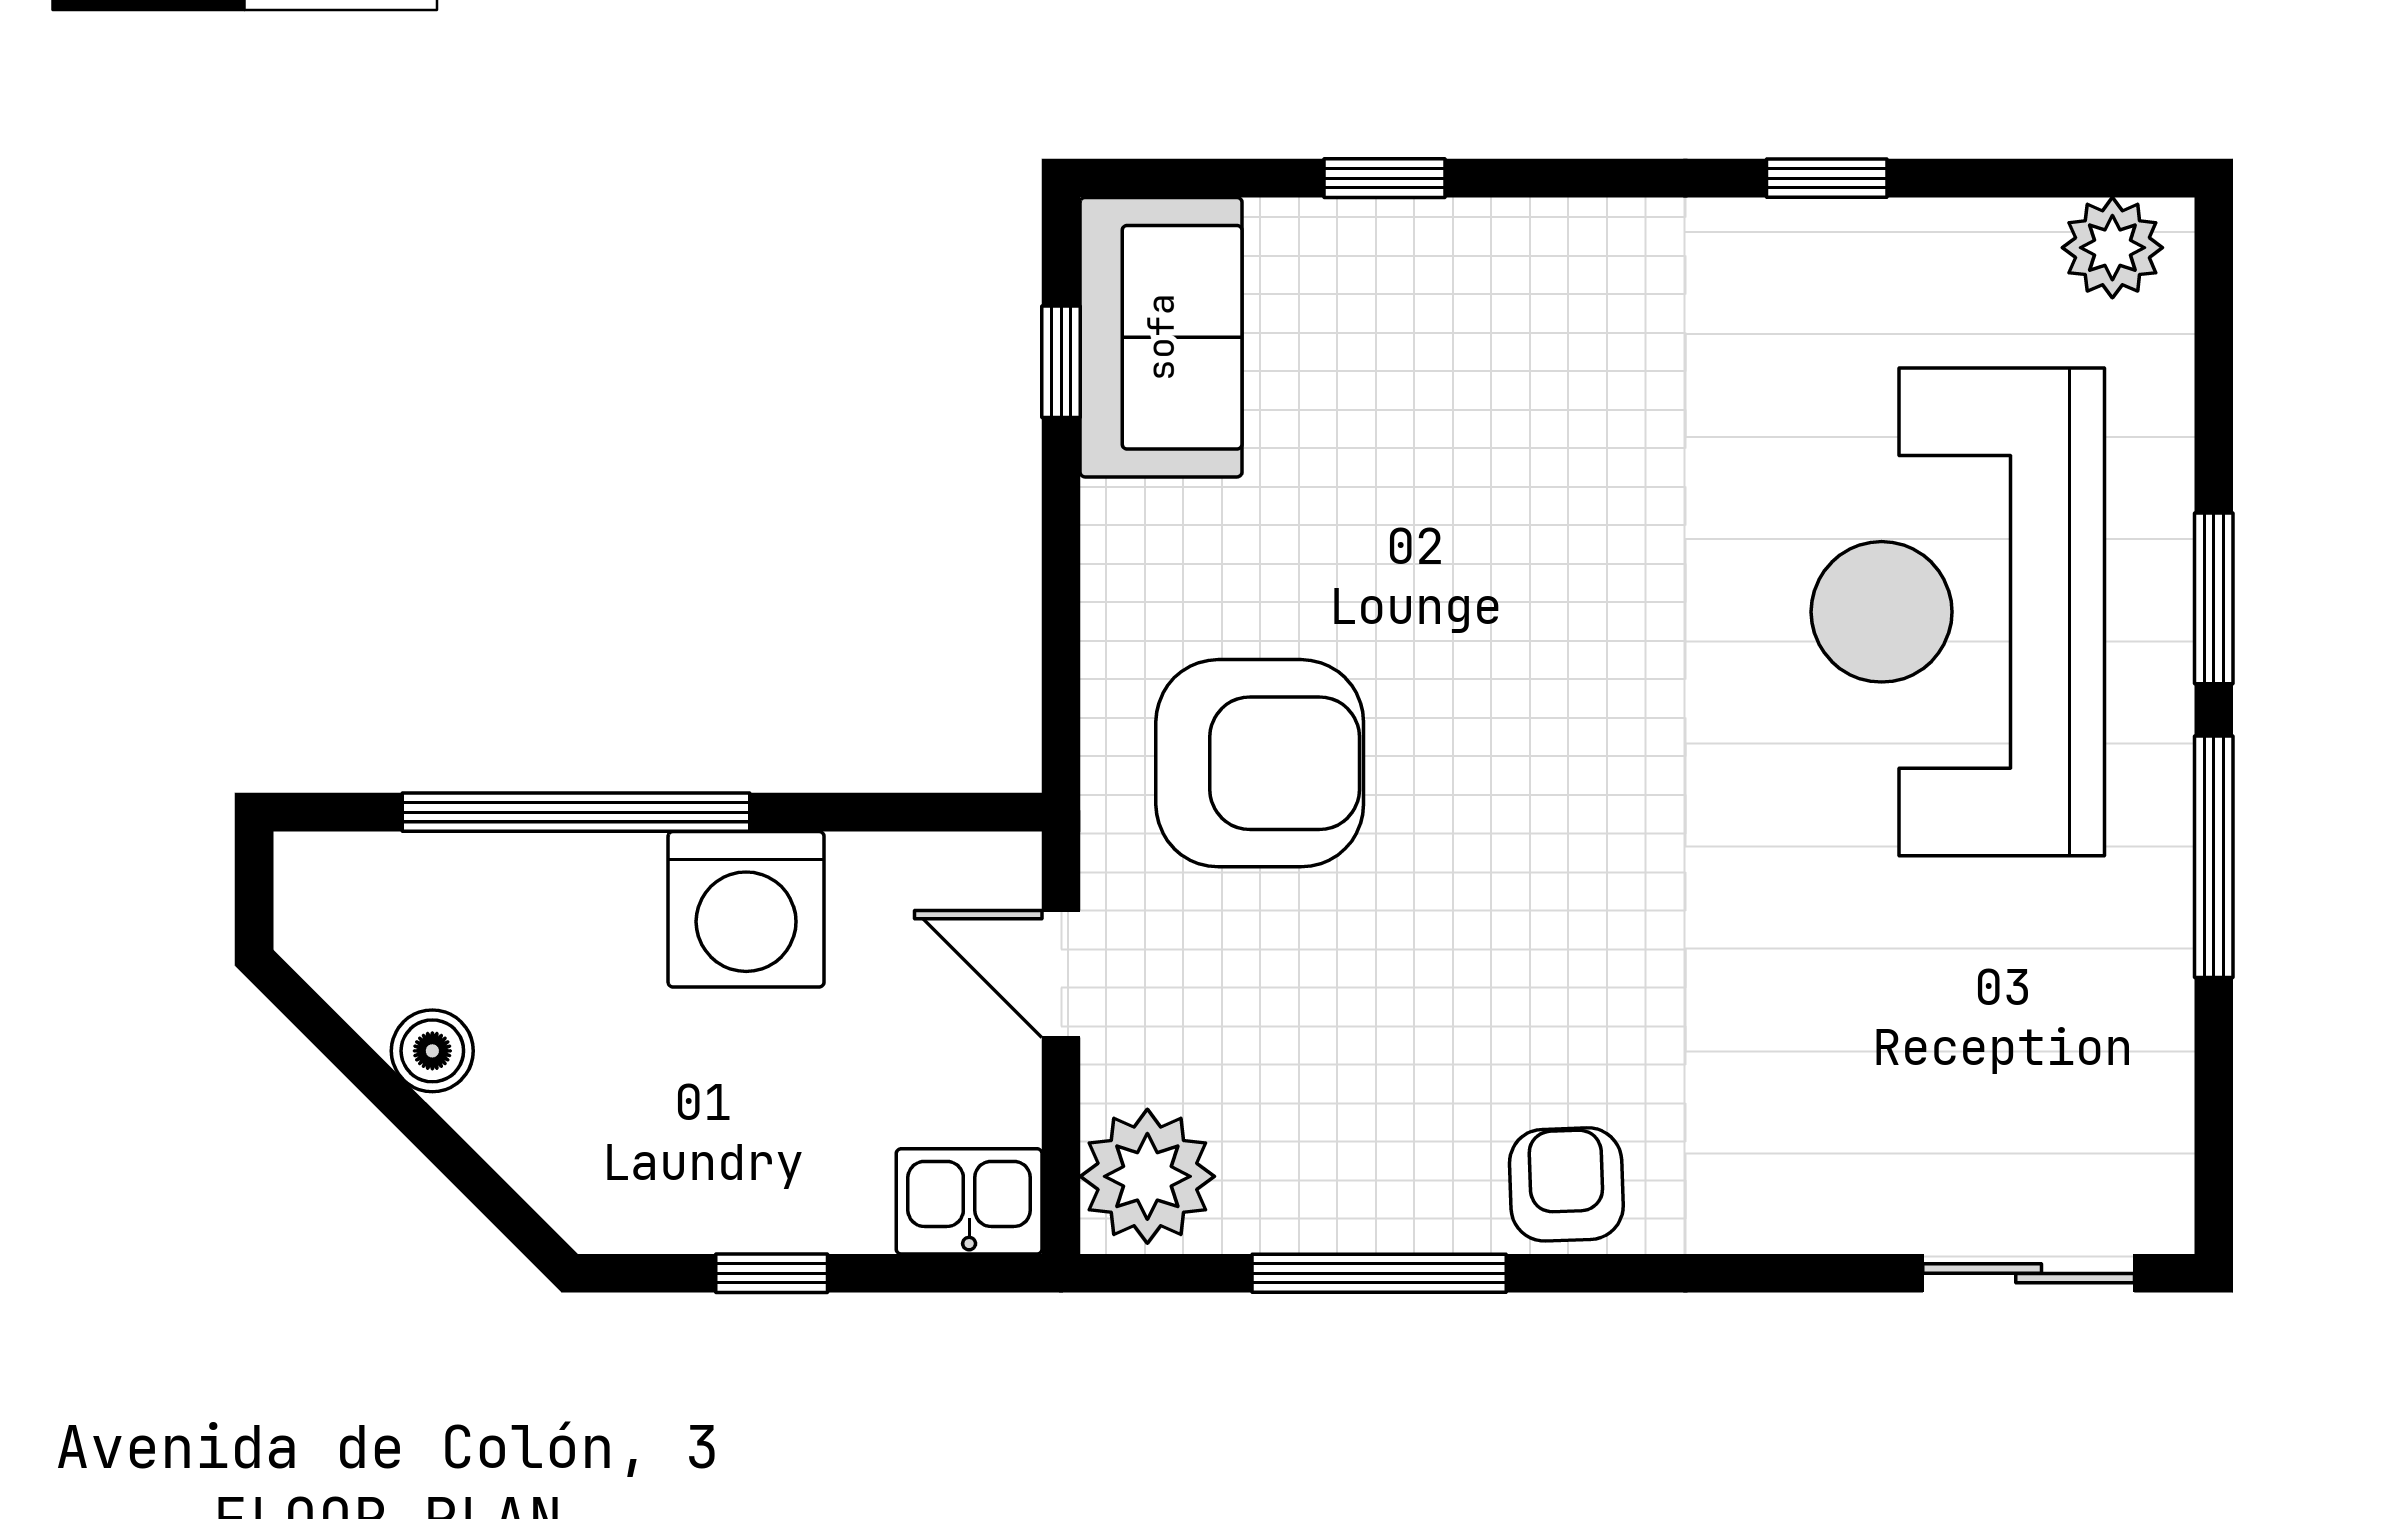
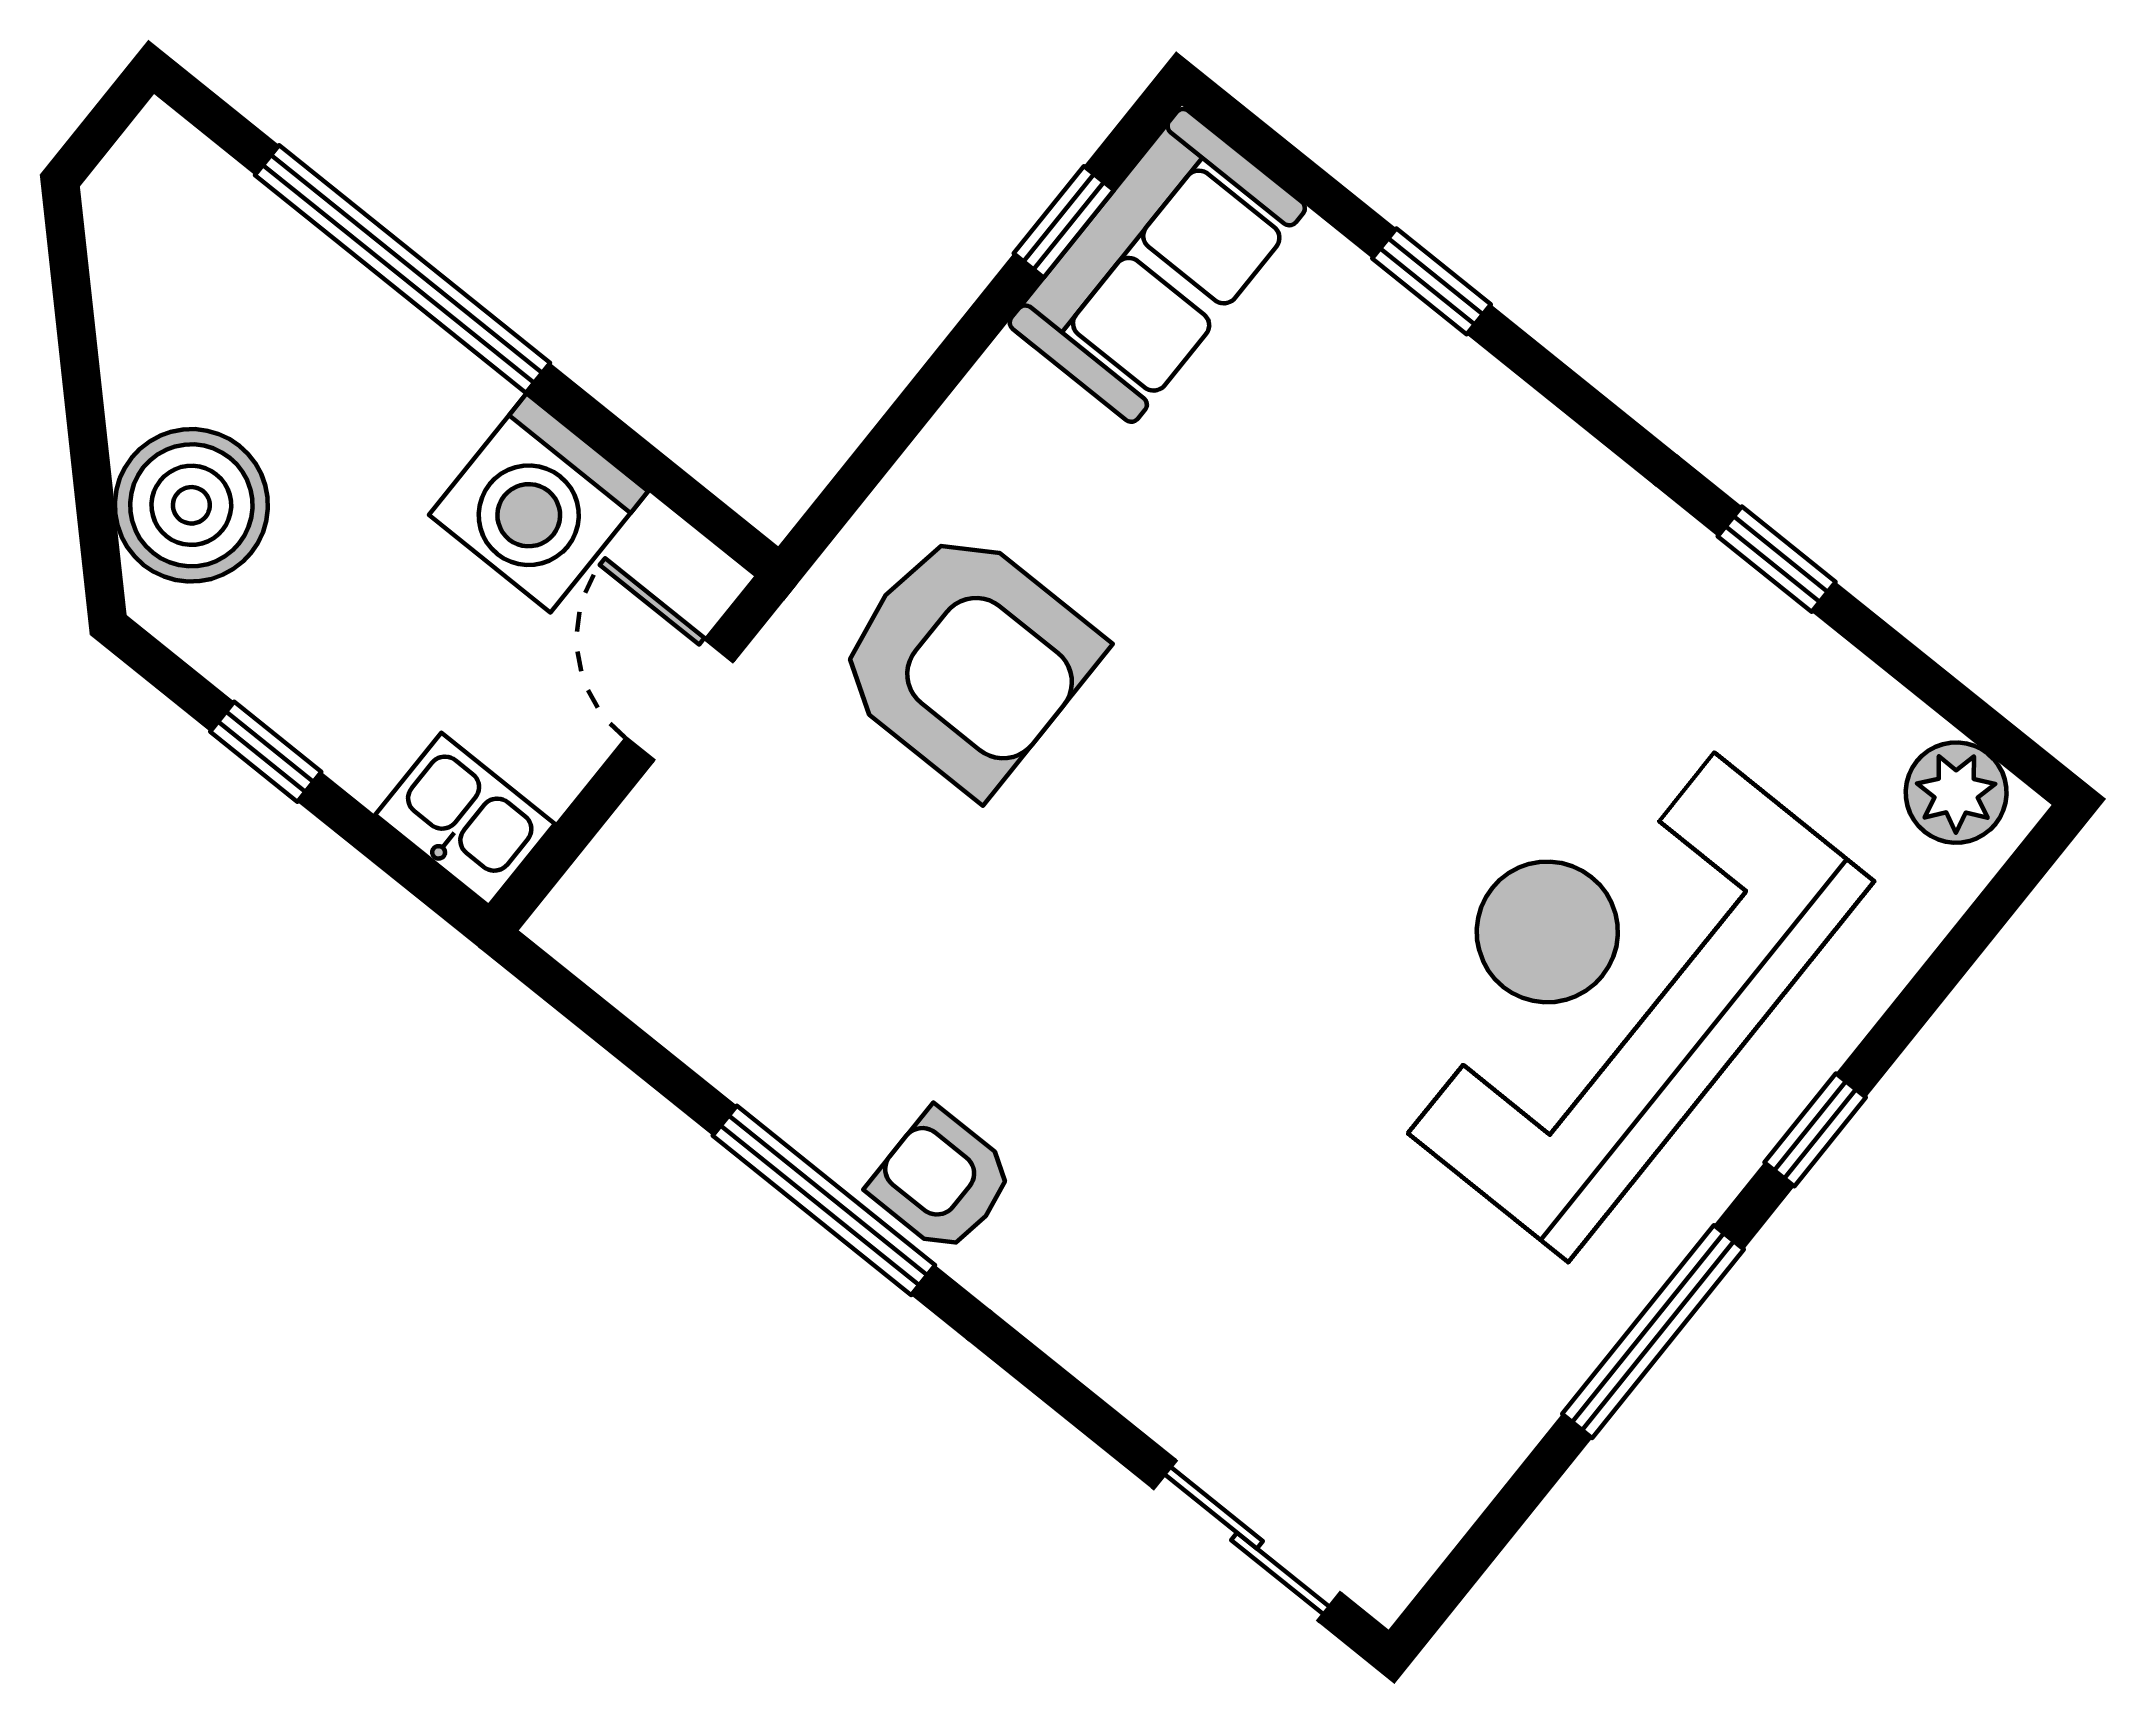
window: (2214, 598) -> (1815, 1130), width x0.67
washing machine: (746, 909) -> (539, 503), moved
boiler: (432, 1051) -> (191, 505), moved, width x1.86, depth x1.86
plant: (1147, 1176) -> (620, 912), removed
armchair: (1566, 1184) -> (942, 1181), turned -88
window: (1379, 1273) -> (824, 1200), moved

